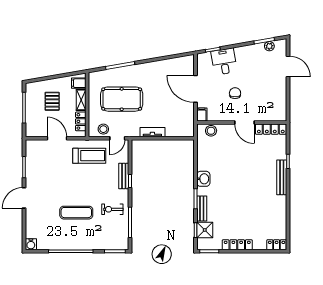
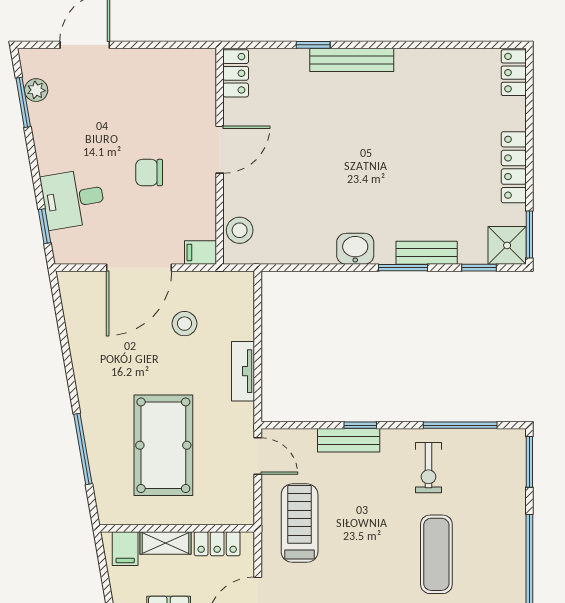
stool: (103, 129) -> (184, 324), moved
locker: (271, 129) -> (236, 73), width x0.66
shower: (205, 230) -> (507, 245), moved

